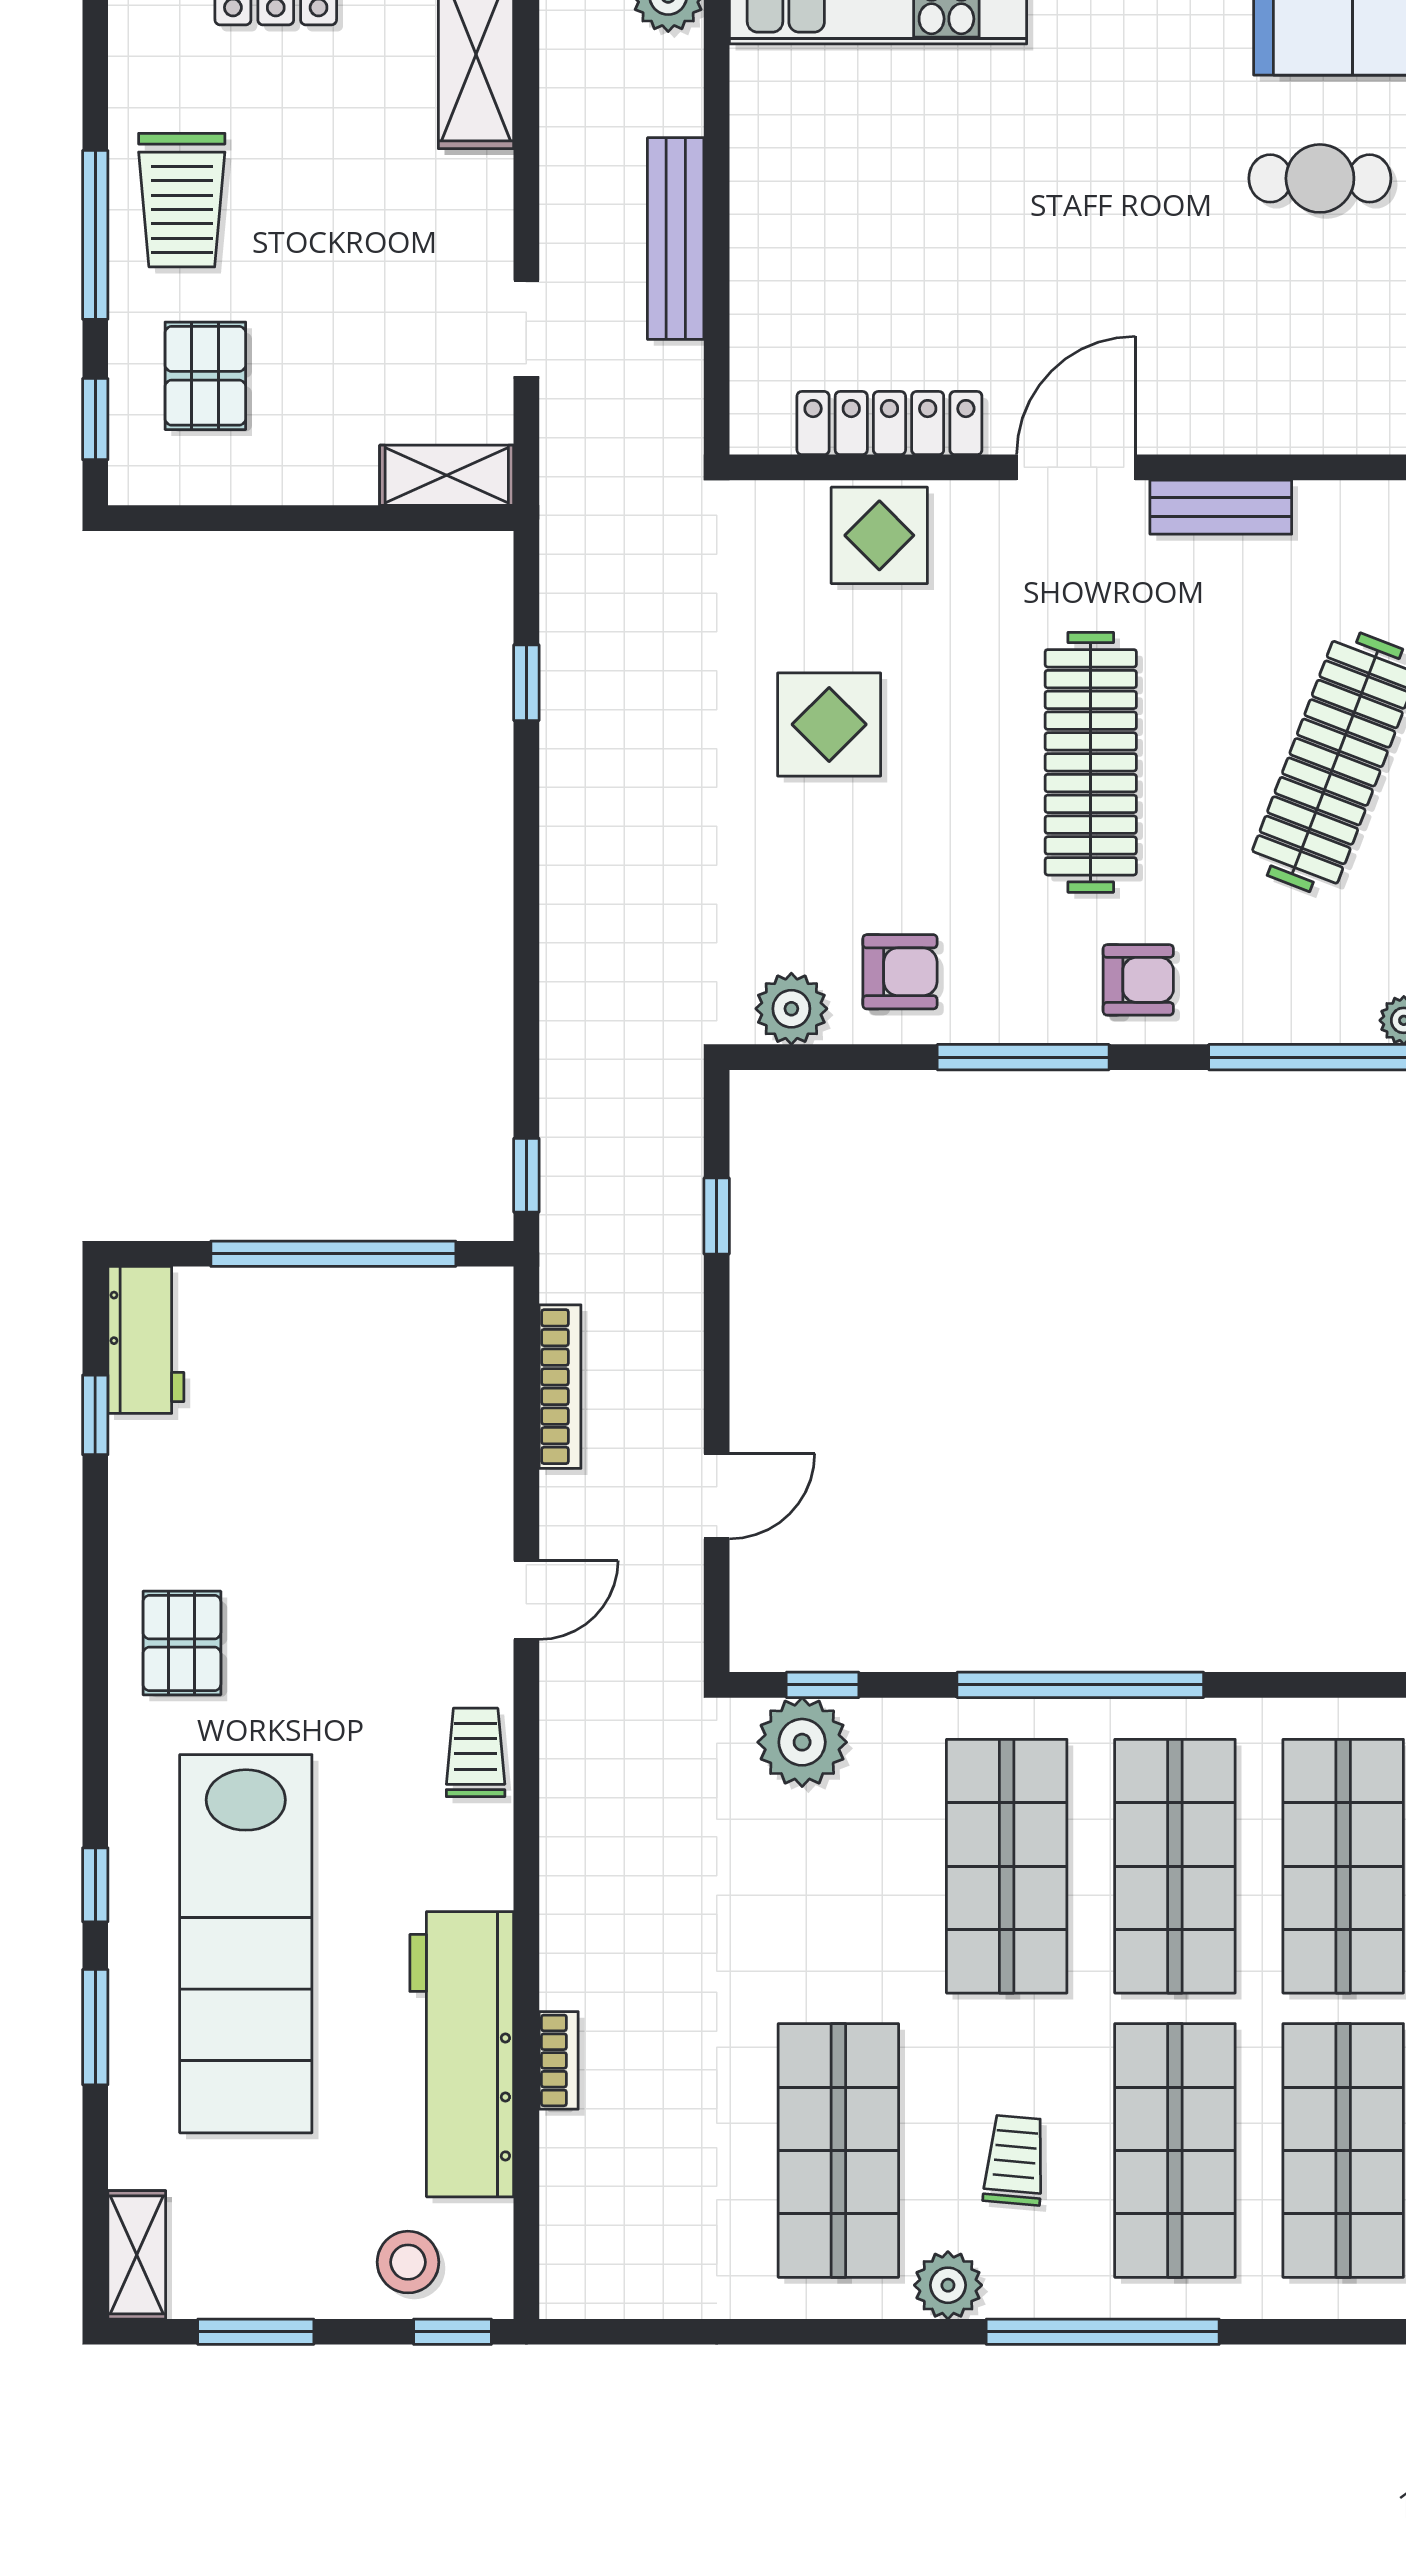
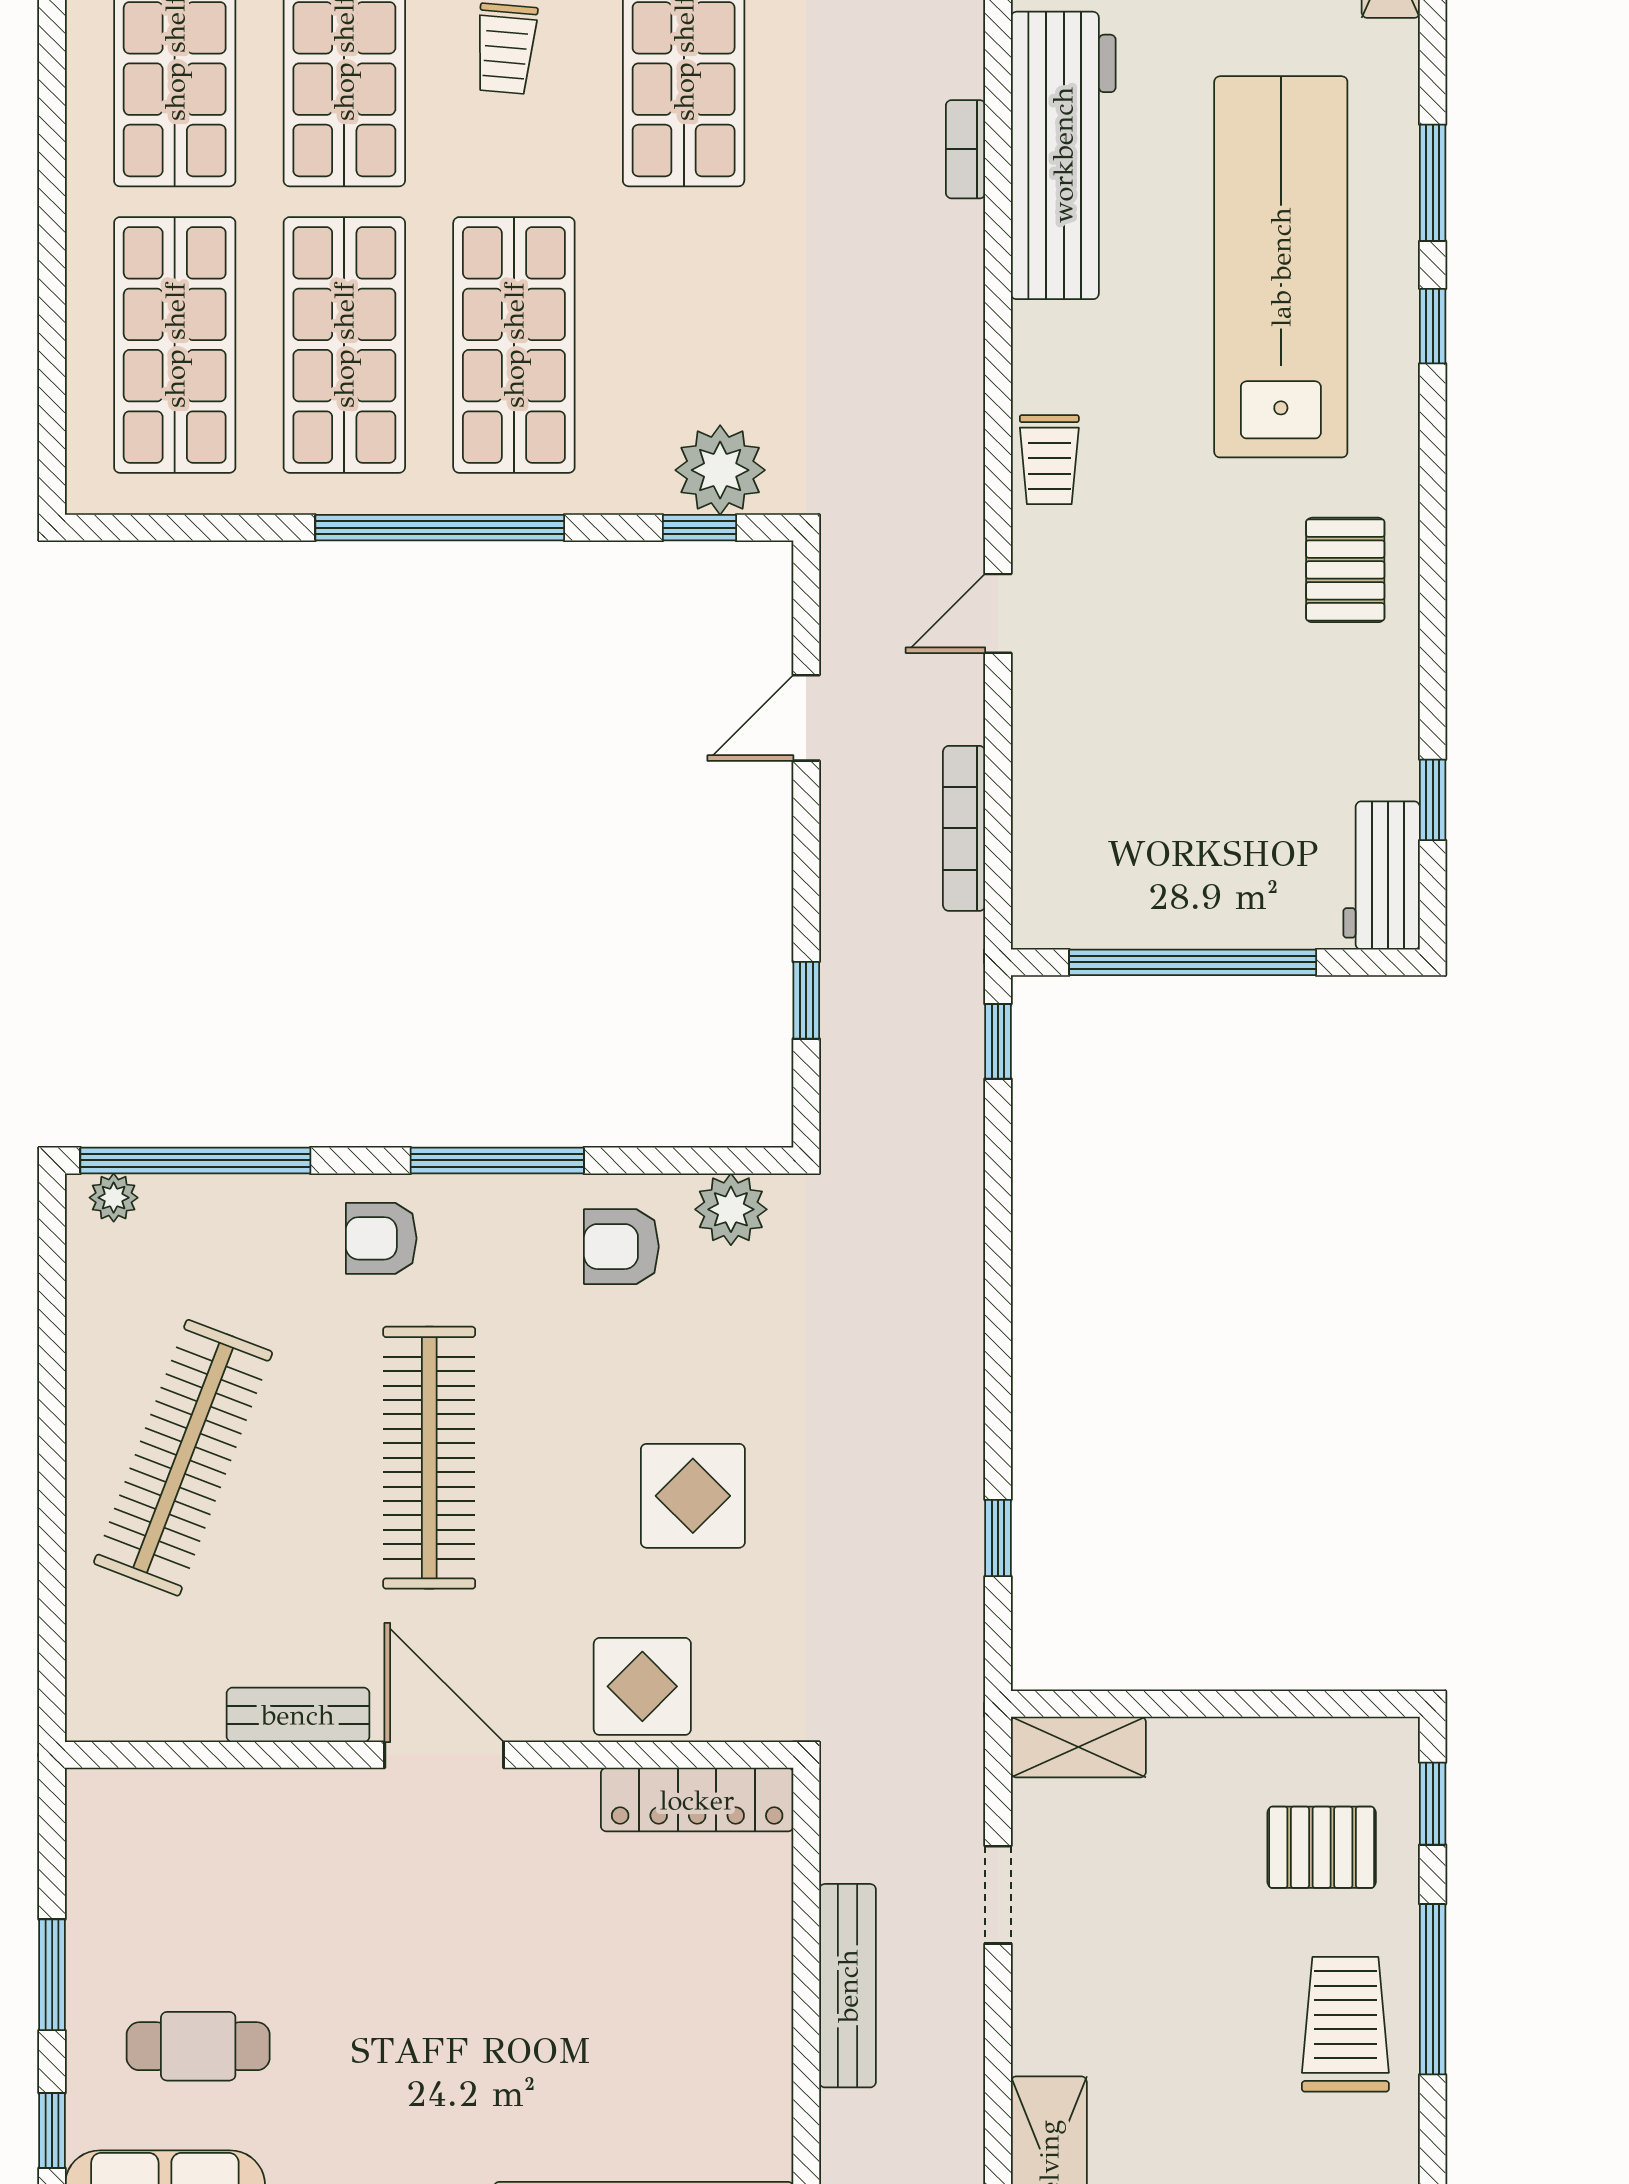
pallet: (205, 376) -> (1322, 1847), turned 90
locker: (889, 423) -> (697, 1800), moved
door: (1076, 467) -> (444, 1755), swing flipped

